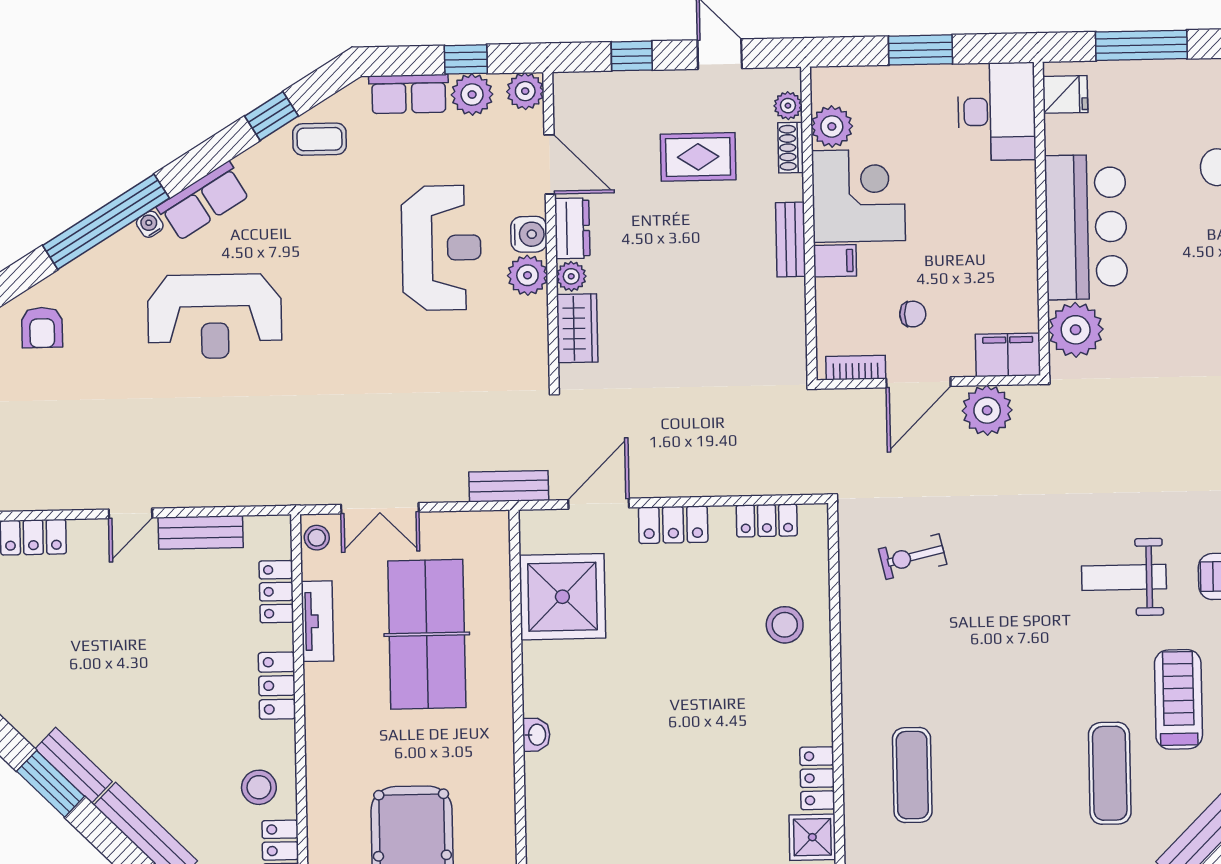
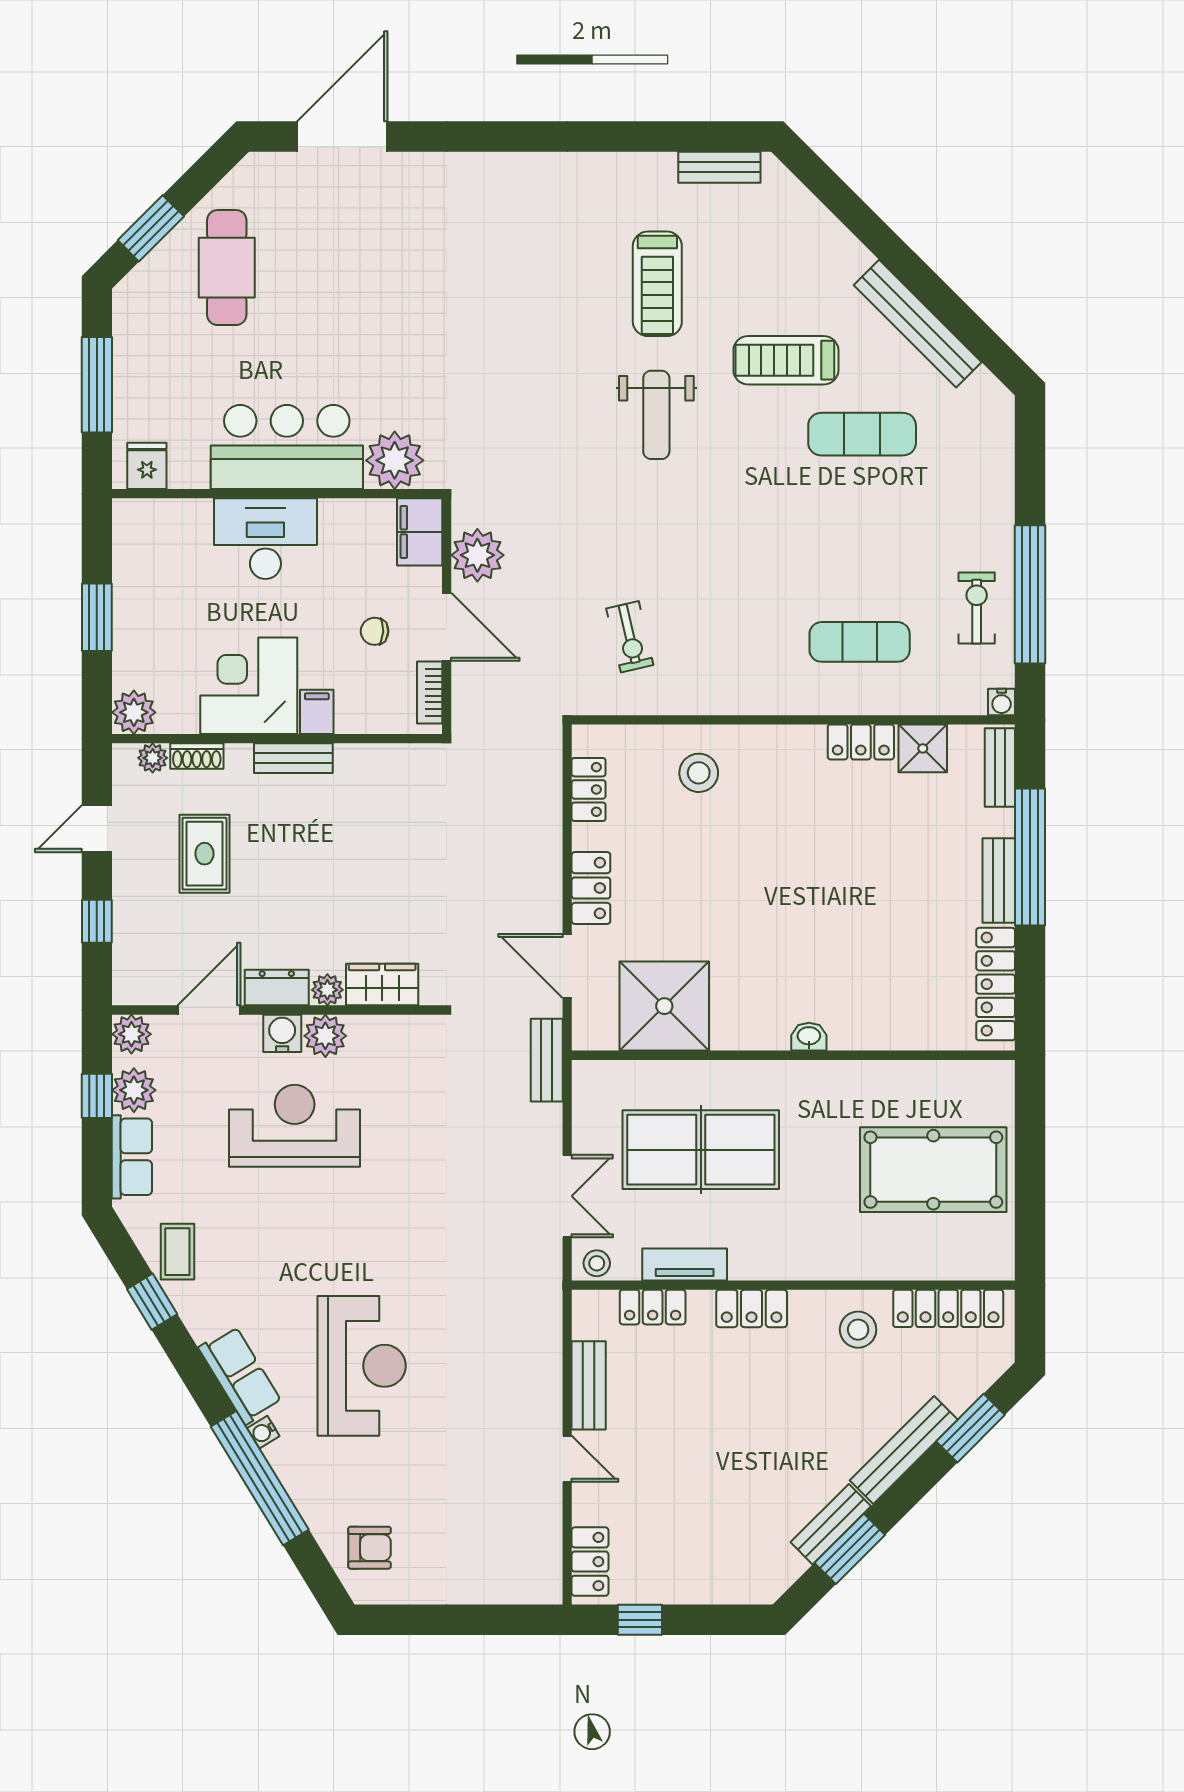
desk: (997, 112) -> (265, 539), moved
plant: (832, 126) -> (134, 712), moved
chair: (913, 314) -> (375, 631), turned -87

